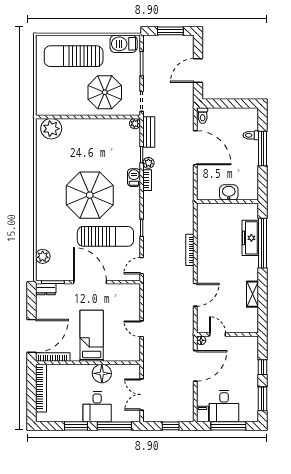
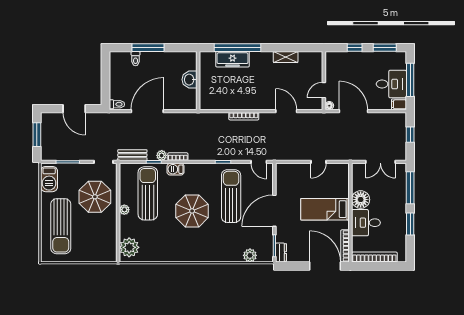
plant: (135, 124) -> (124, 210), moved
sun lounger: (108, 148) -> (148, 193), added
parasol: (90, 195) -> (192, 211), width x0.73, depth x0.73
desk: (97, 407) -> (366, 223), moved, turned 180

